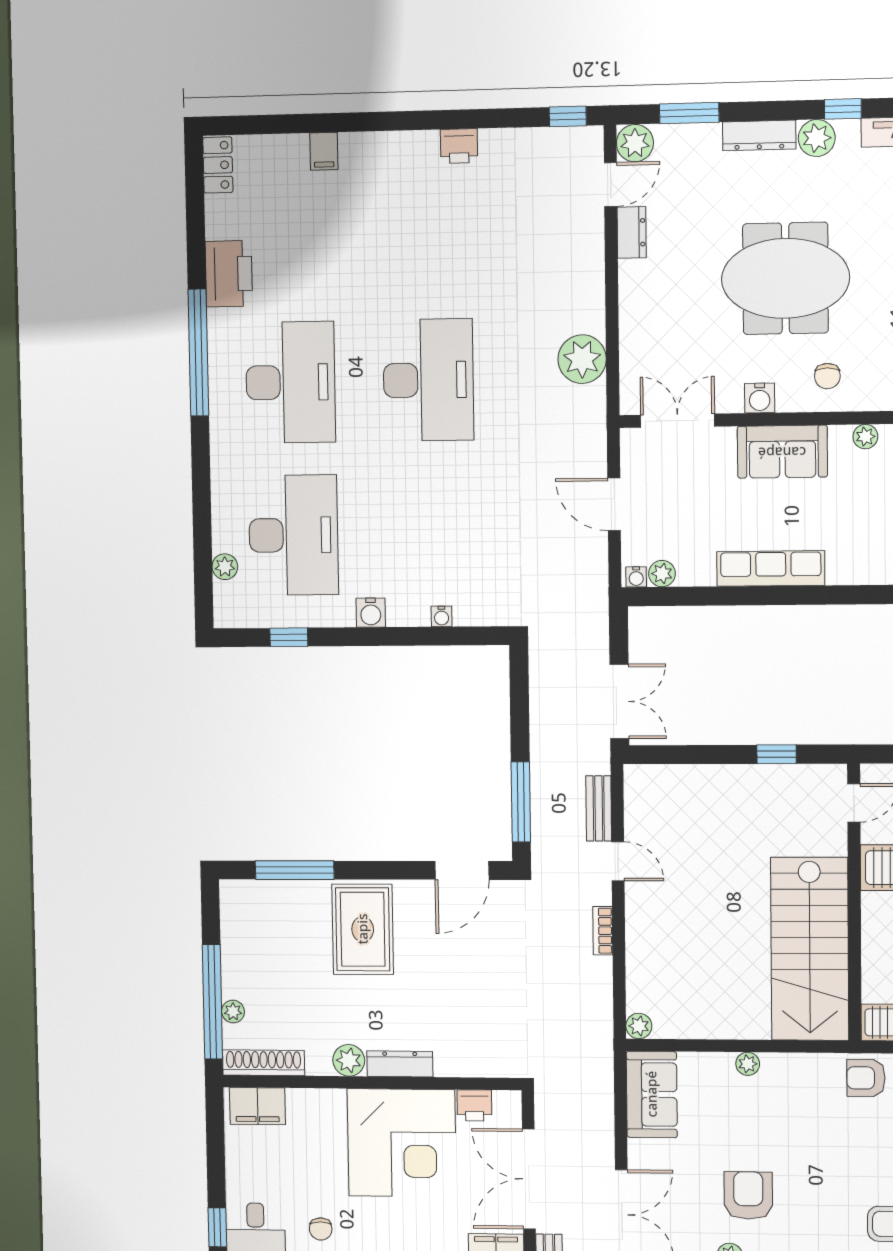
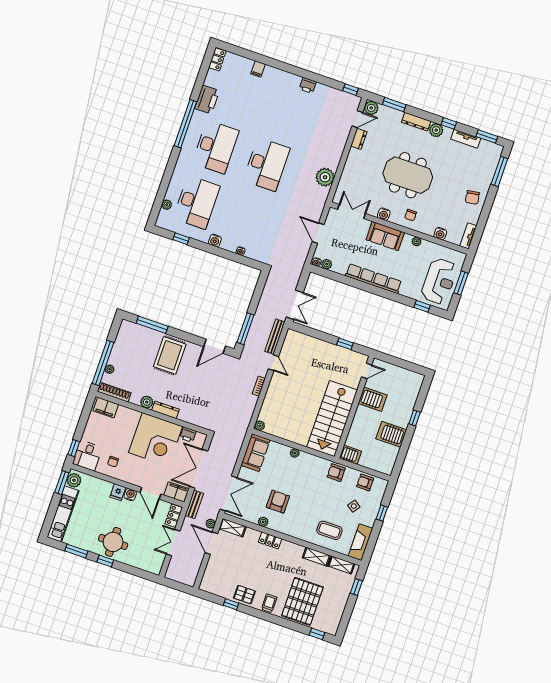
row of seats: (771, 568) -> (373, 279), width x1.36
bench: (599, 808) -> (275, 337), width x1.36

